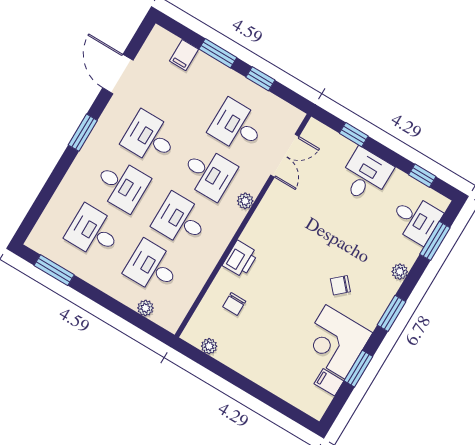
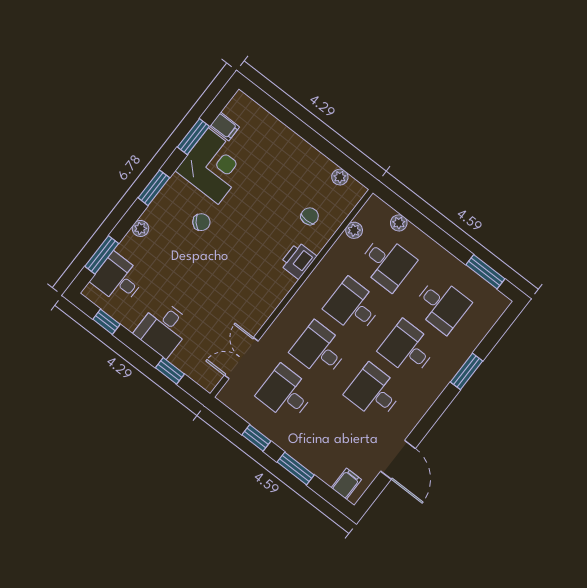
filing cabinet: (184, 55) -> (346, 484), moved
desk: (237, 126) -> (286, 393), turned 180
window: (83, 133) -> (467, 371), moved
desk: (150, 138) -> (374, 392), turned 180
plant: (245, 201) -> (354, 230), moved
desk: (180, 220) -> (353, 306), turned 180

